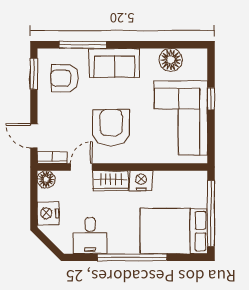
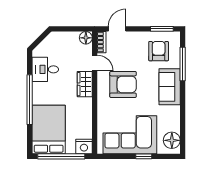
floor lamp: (171, 60) -> (172, 140), moved
nightstand: (141, 181) -> (84, 146), moved, turned 90
nightstand: (48, 213) -> (61, 39), removed

